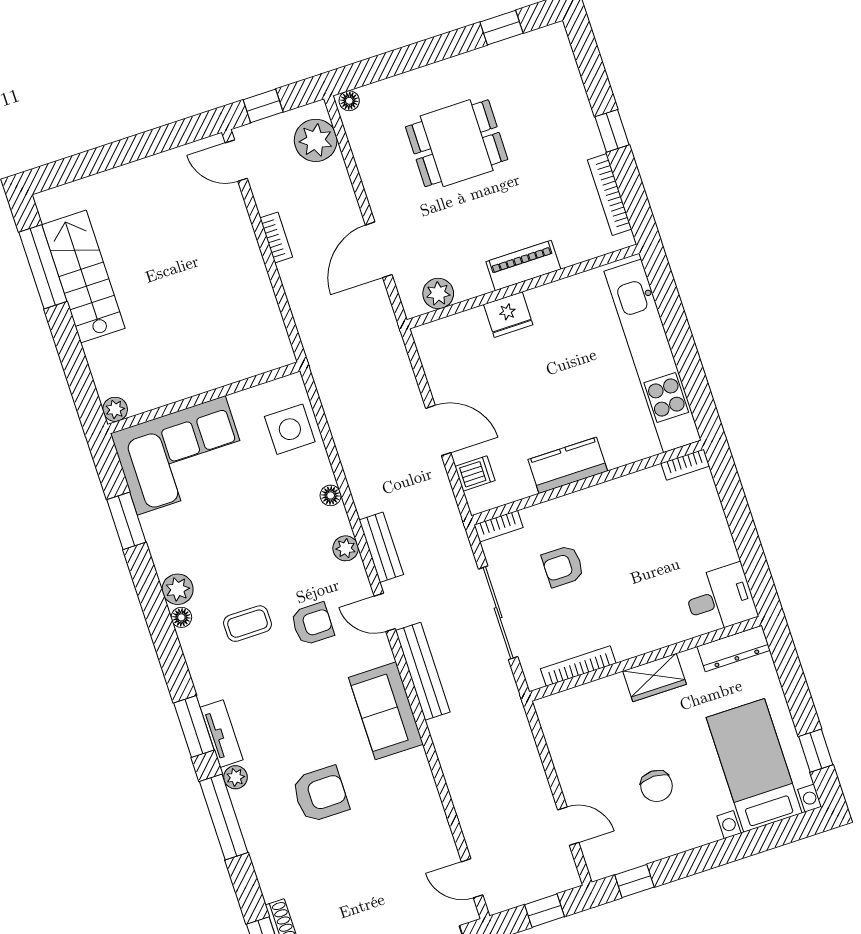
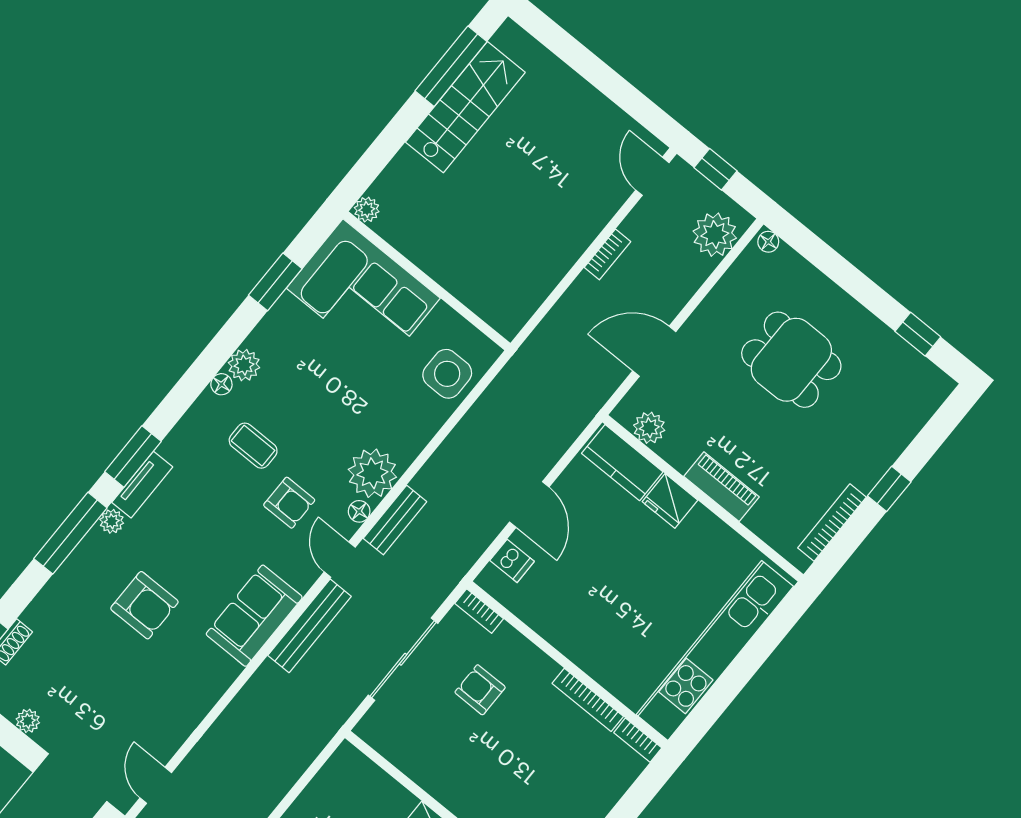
kitchen counter: (568, 465) -> (622, 463), moved, turned 180
floor lamp: (331, 495) -> (359, 511), moved
plant: (346, 548) -> (372, 473), width x1.88, depth x1.88
bookcase: (578, 666) -> (588, 700), moved, turned 180

